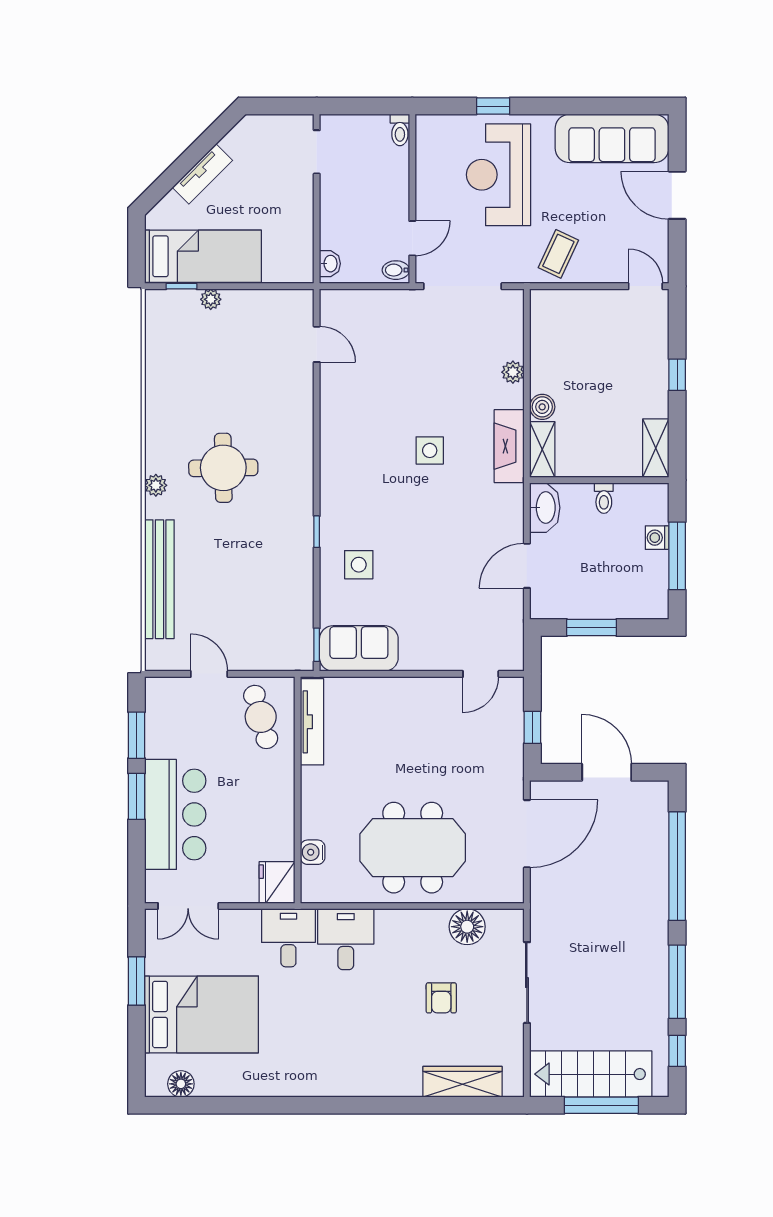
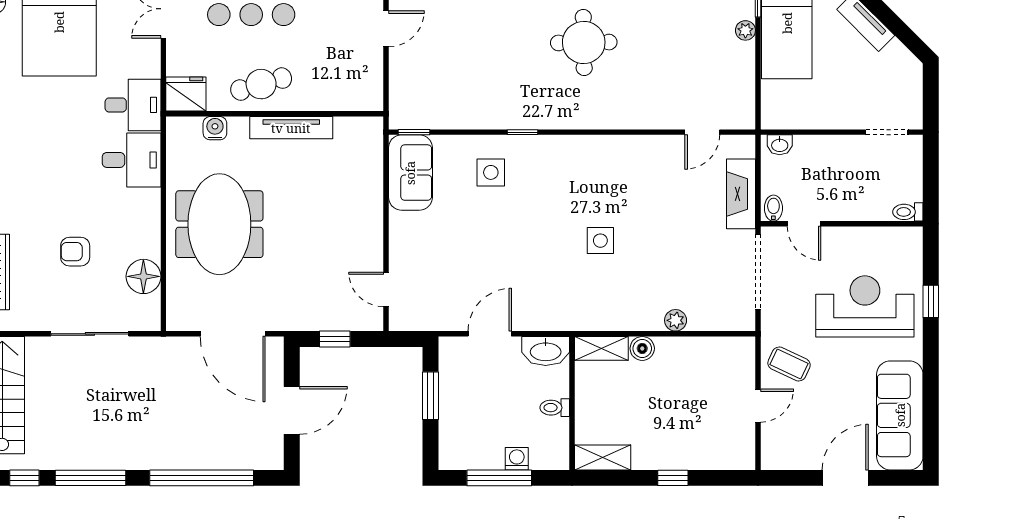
door: (645, 286) -> (758, 406), moved
fireplace: (509, 446) -> (741, 194), moved, turned -90
door: (527, 566) -> (490, 334), hinge flipped
cafe table: (261, 717) -> (261, 84), moved
tv unit: (312, 722) -> (291, 128), moved

